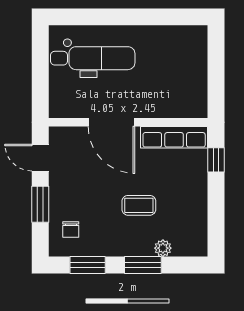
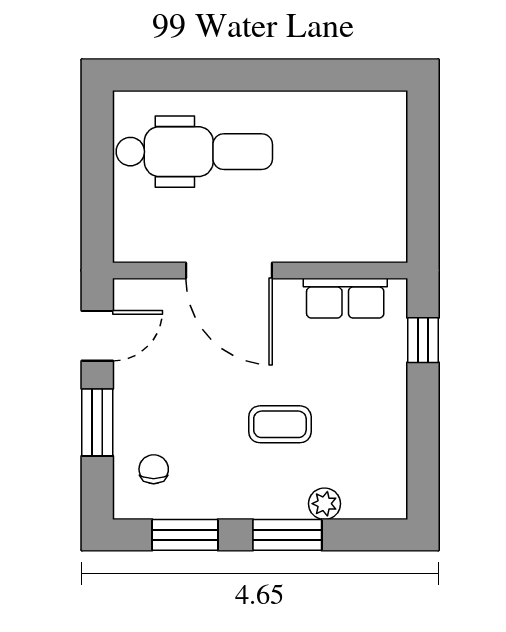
row of seats: (174, 137) -> (345, 298), width x0.68
door: (40, 158) -> (97, 336), swing flipped
chair: (71, 230) -> (154, 469), turned 180

